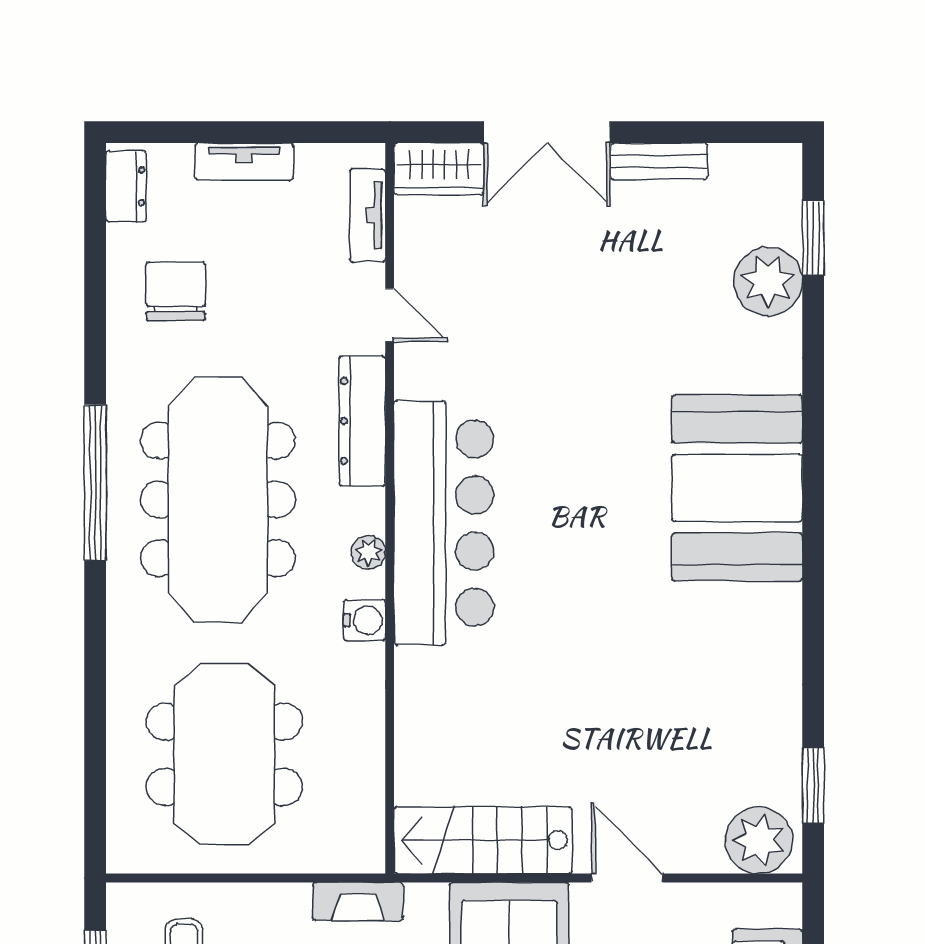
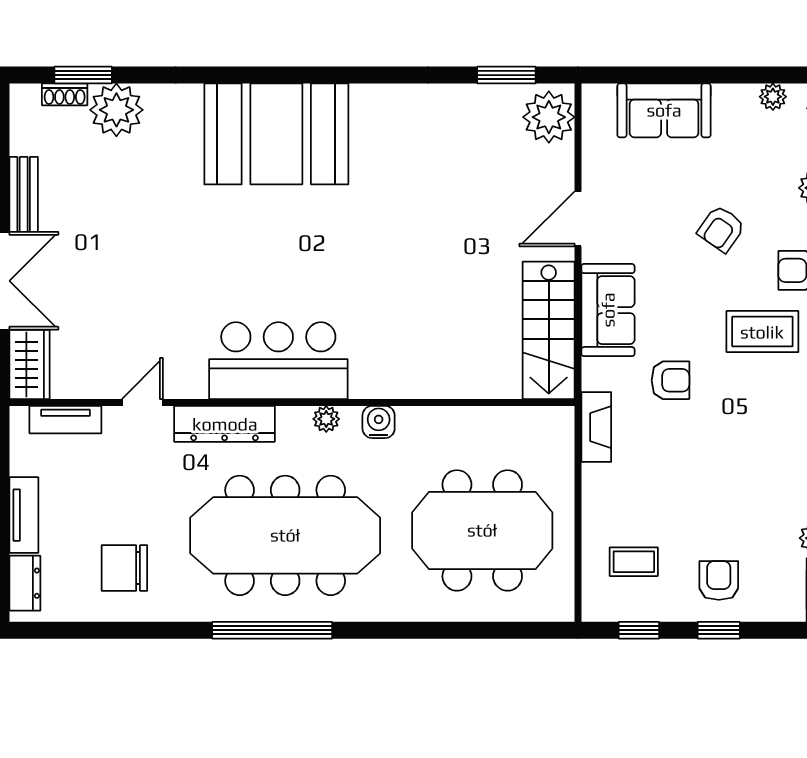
dresser: (126, 186) -> (25, 583), moved, turned 90
shoe rack: (788, 214) -> (65, 94), added
bar counter: (444, 523) -> (278, 361), width x0.73

